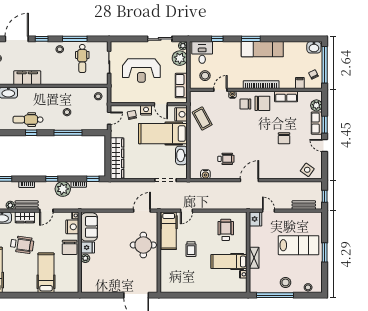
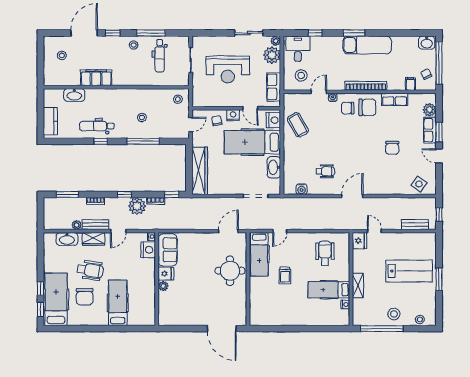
chair: (70, 247) -> (85, 297), moved

